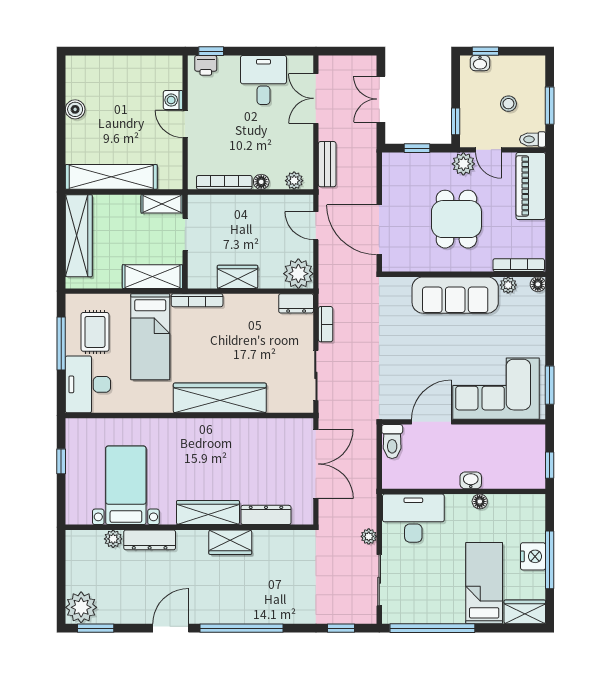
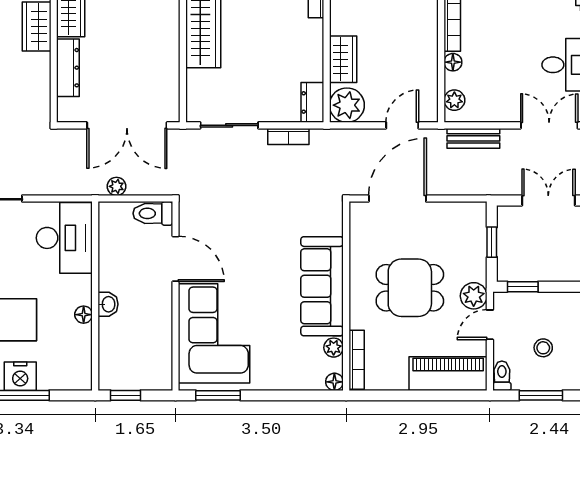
wardrobe: (237, 277) -> (343, 59), moved
plant: (369, 536) -> (117, 186), moved

